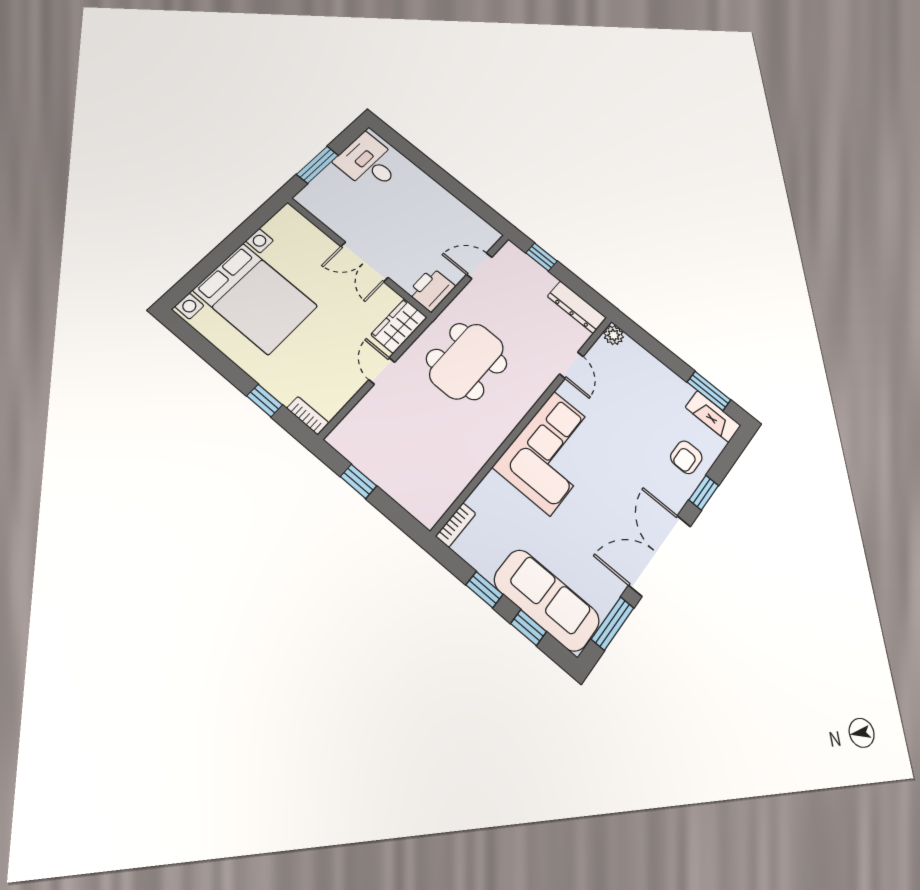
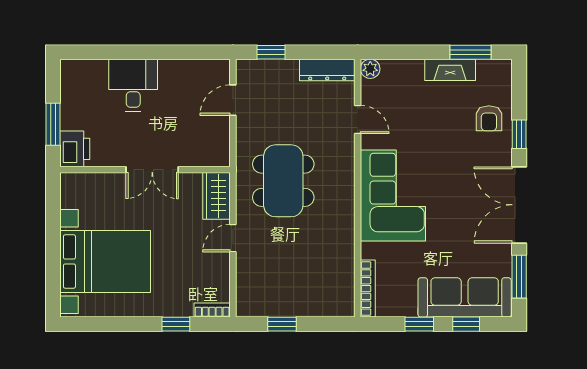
desk: (369, 163) -> (133, 85), moved, turned 90
printer: (431, 290) -> (75, 149), moved, turned 180
door: (382, 371) -> (233, 238), hinge flipped
fireplace: (713, 416) -> (450, 70), moved
bookcase: (456, 525) -> (368, 289), width x1.56

